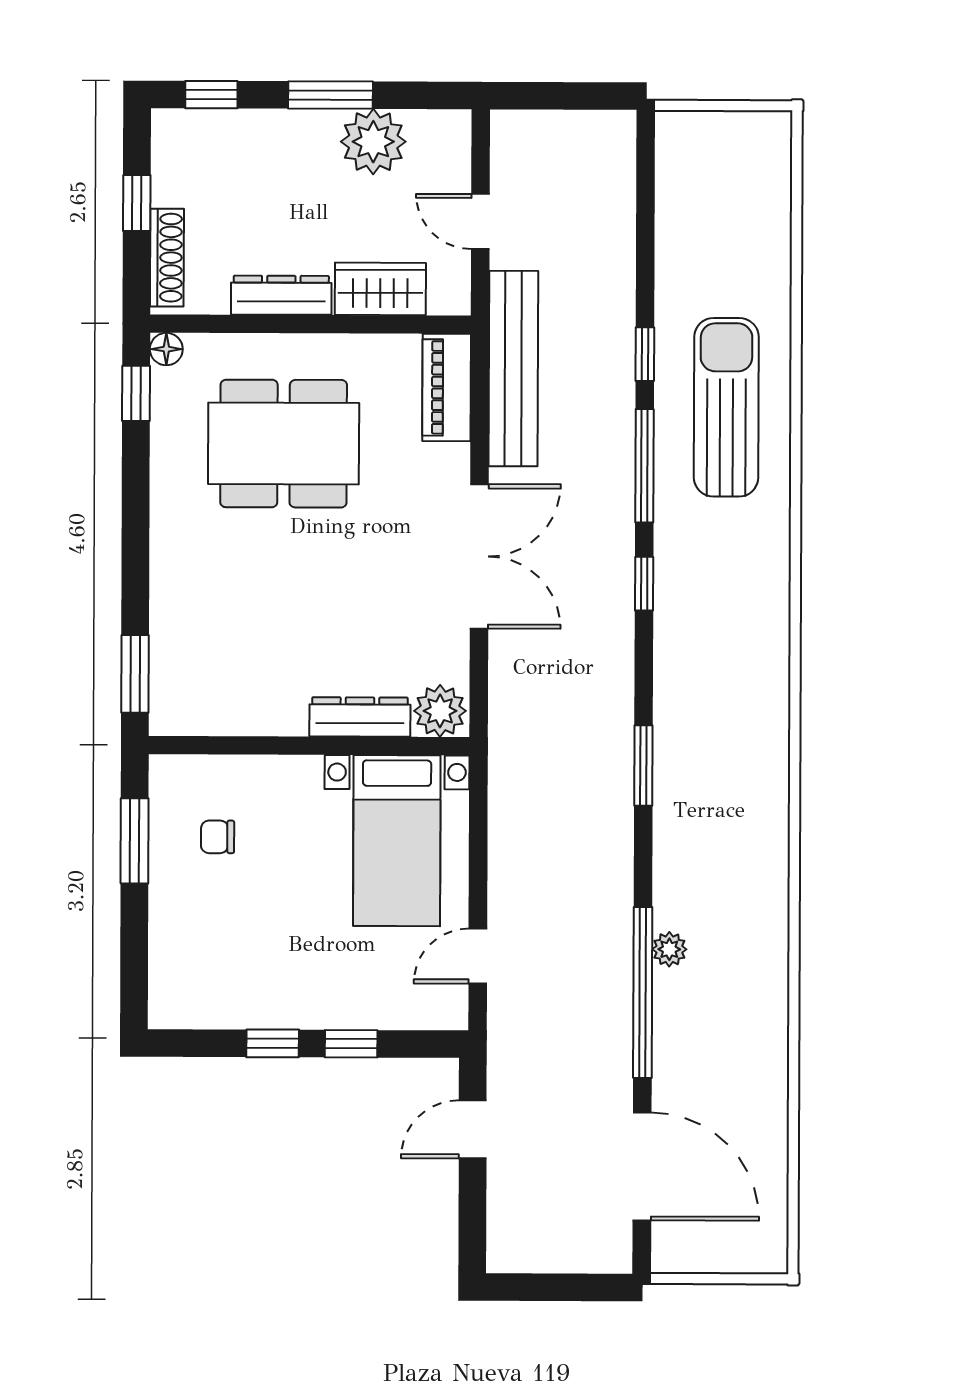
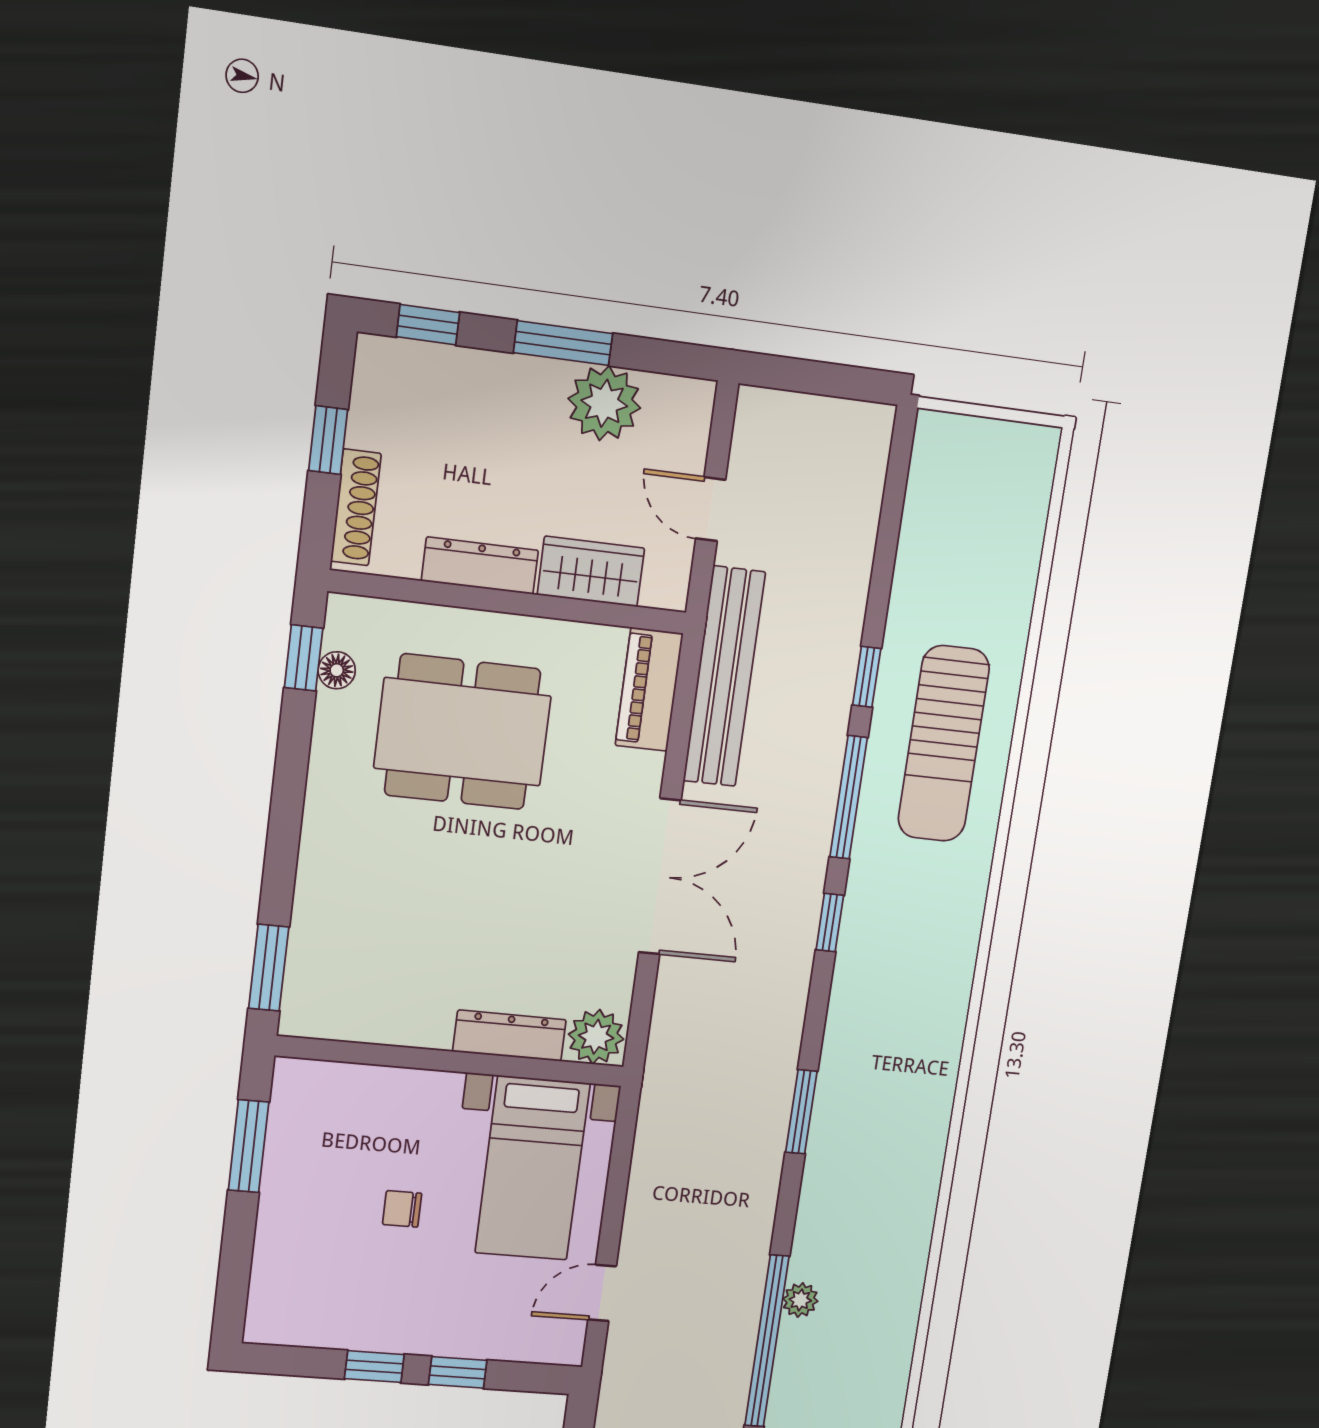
floor lamp: (166, 349) -> (337, 670), moved
sun lounger: (726, 407) -> (944, 744), turned 180
chair: (218, 837) -> (402, 1209), moved

